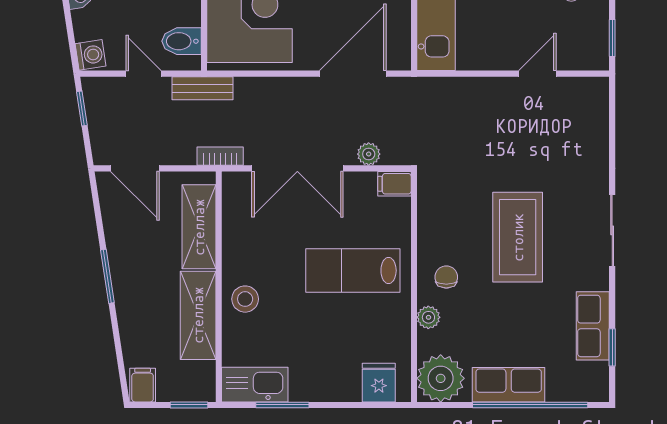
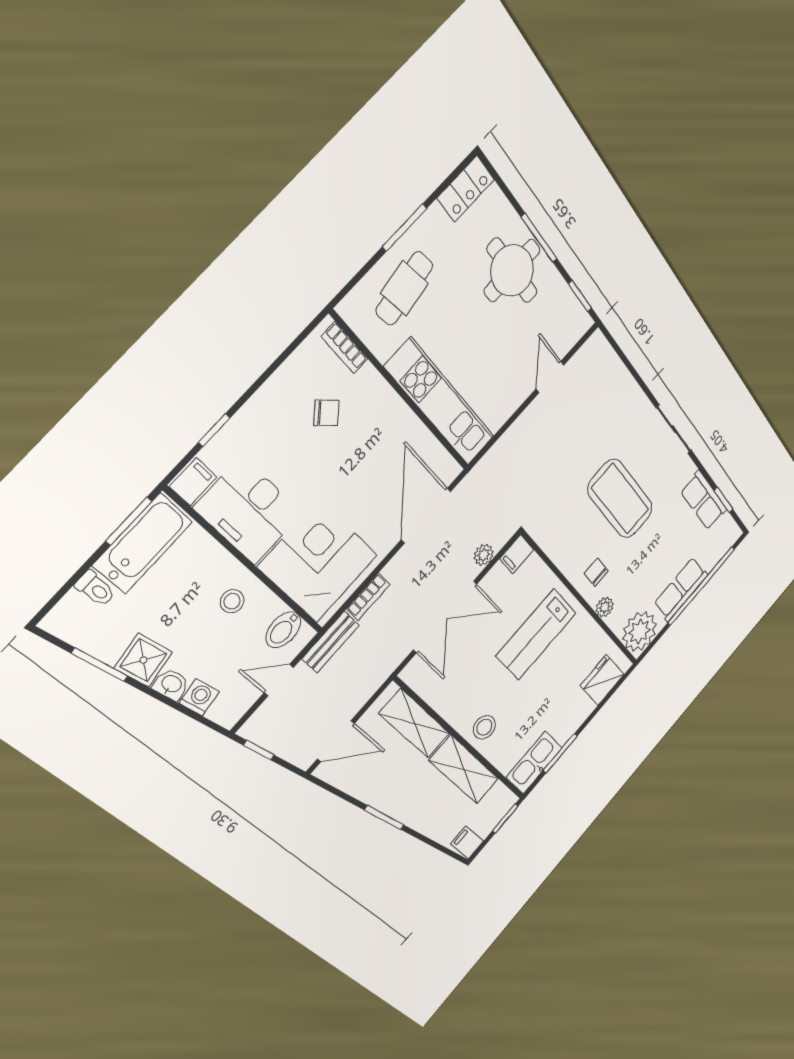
washing machine: (90, 55) -> (199, 697), moved
bookcase: (220, 156) -> (368, 597), moved, turned 180
fridge: (379, 383) -> (602, 680), width x1.38

